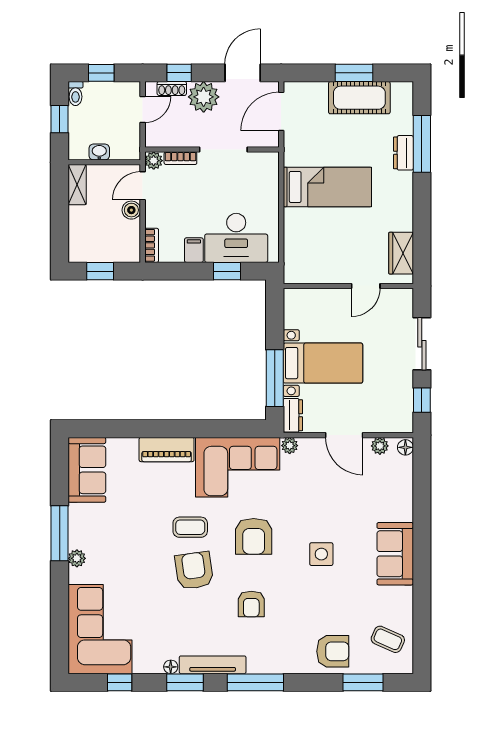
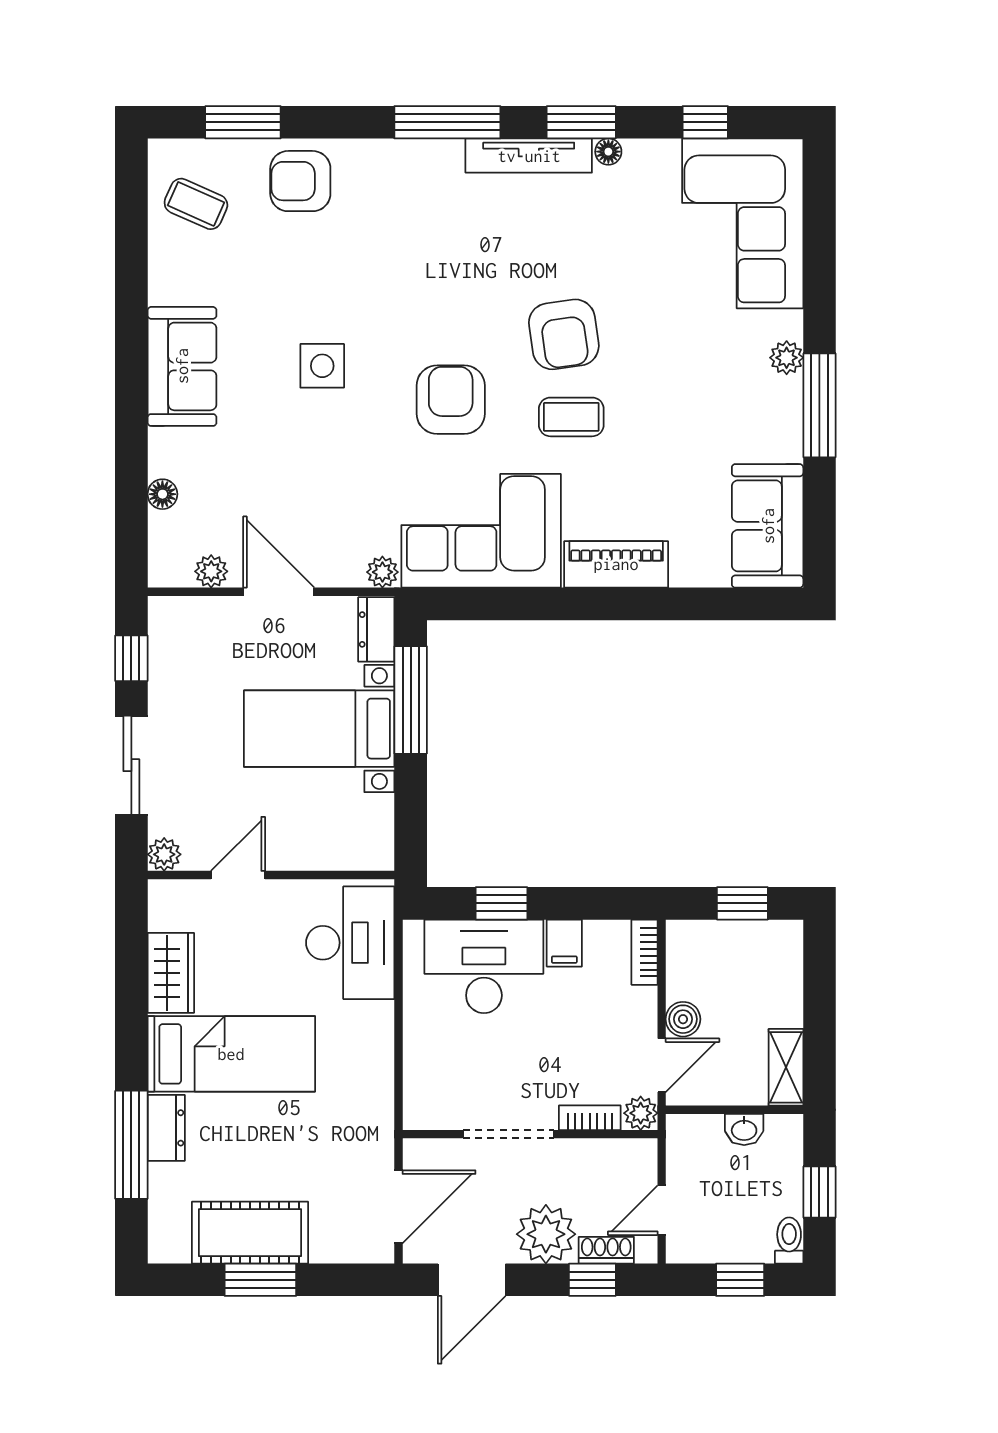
bed: (327, 187) -> (231, 1054), moved, turned 180
desk: (307, 250) -> (350, 943), added
wardrobe: (401, 253) -> (171, 973), moved
plant: (405, 297) -> (164, 854), added
floor lamp: (405, 447) -> (162, 494), moved
armchair: (251, 604) -> (455, 271), removed

